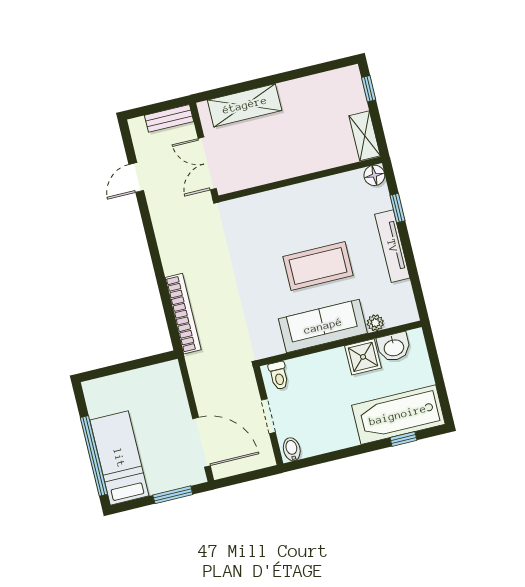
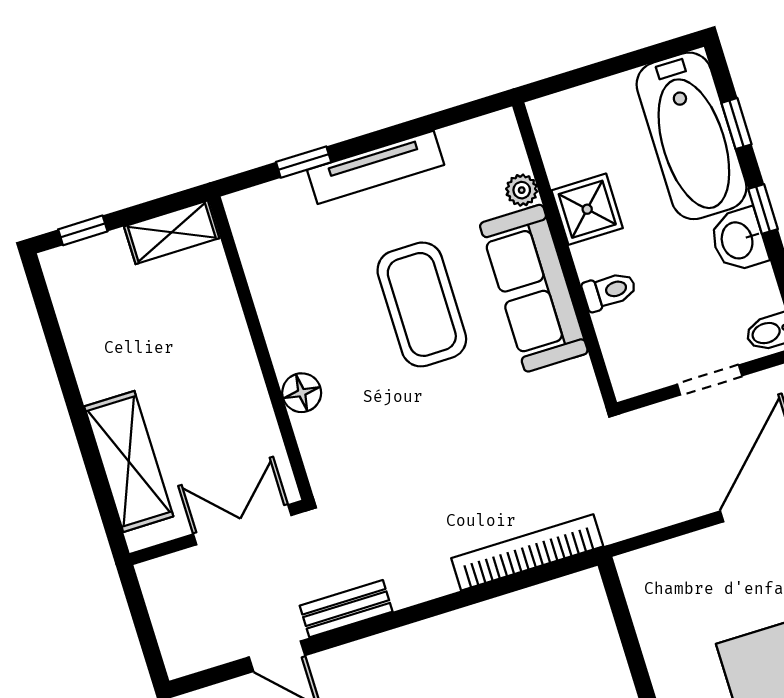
bench: (169, 118) -> (346, 609), moved, turned 90
double door: (207, 163) -> (242, 525), swing flipped
floor lamp: (374, 175) -> (302, 393), moved
washbasin: (394, 347) -> (738, 240), moved, turned 180
toilet: (279, 376) -> (609, 291), moved
window: (357, 450) -> (763, 209), added

